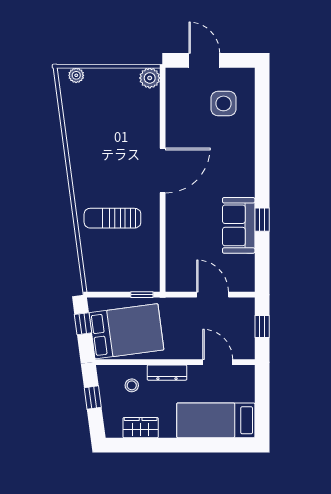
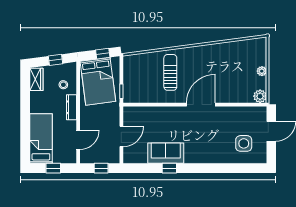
plant: (76, 75) -> (262, 71), moved
door: (163, 171) -> (201, 105), swing flipped
window: (262, 401) -> (53, 168), added
wardrobe: (141, 428) -> (36, 79), moved

